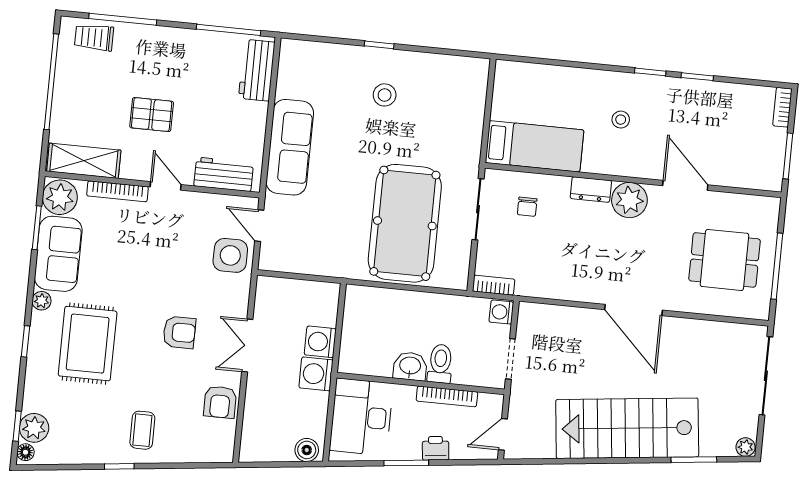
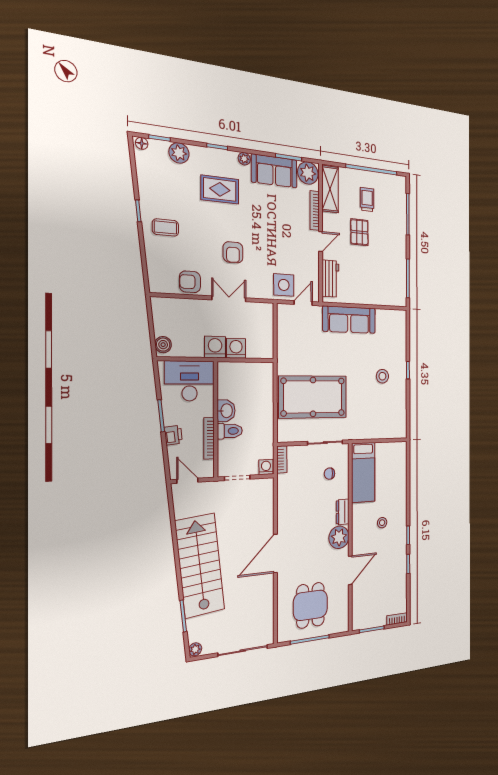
trolley: (94, 37) -> (367, 200), moved
workbench: (257, 70) -> (389, 297), removed
rug: (88, 344) -> (220, 189), width x0.73, depth x0.70
plant: (34, 428) -> (179, 153), moved

